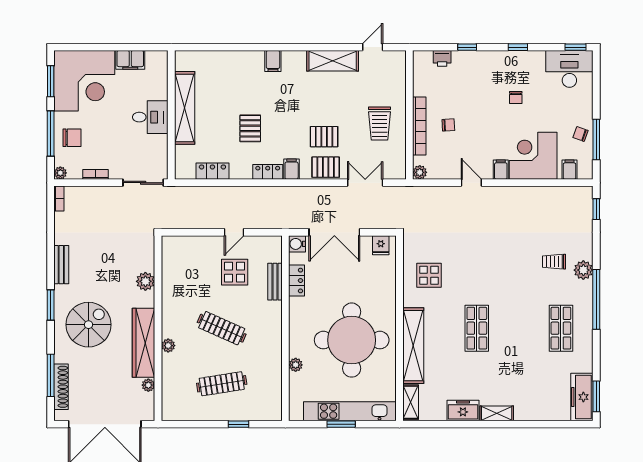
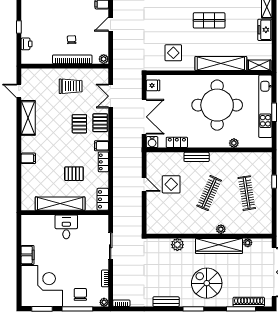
shelving: (185, 108) -> (60, 204), moved
wall: (171, 115) -> (65, 213), moved
desk: (150, 117) -> (66, 227), moved
bench: (275, 282) -> (197, 157), moved

